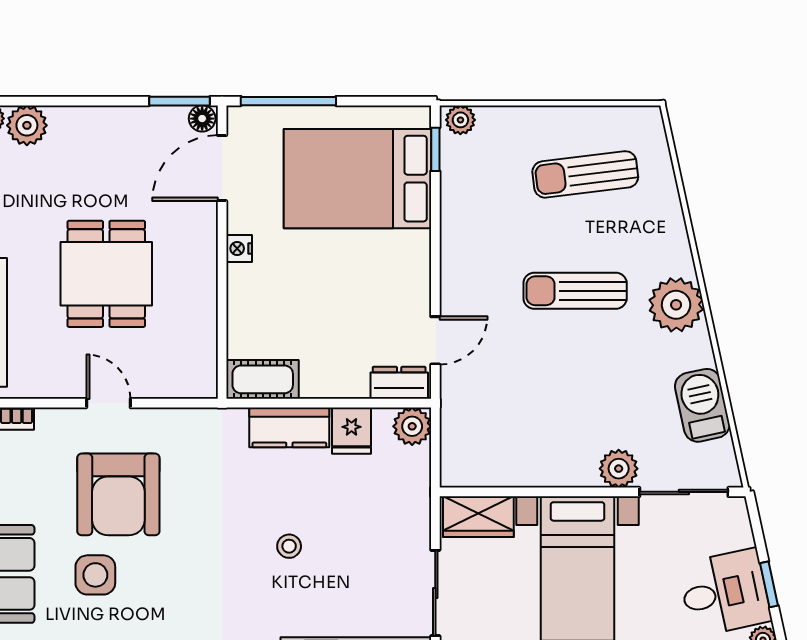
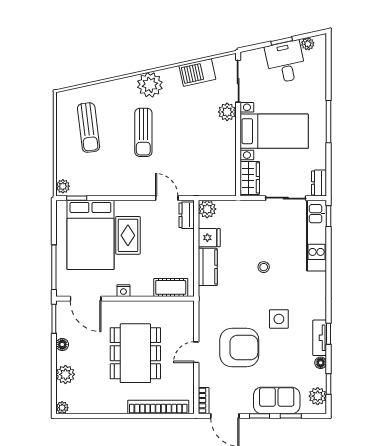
floor lamp: (202, 119) -> (62, 345), moved
plant: (27, 125) -> (65, 374), moved
rug: (356, 258) -> (128, 235), added
dining table: (106, 274) -> (135, 353), width x1.38
cot: (263, 379) -> (171, 287), moved, turned 90
side table: (95, 575) -> (279, 319), moved

